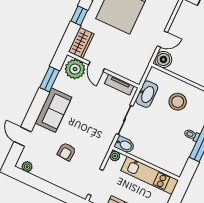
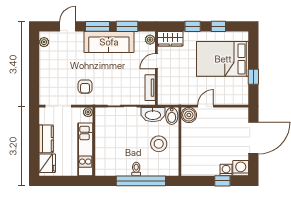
door: (162, 39) -> (206, 106), swing flipped
plant: (75, 69) -> (150, 40), width x0.53, depth x0.53
window: (36, 108) -> (98, 26), added
sofa: (53, 110) -> (109, 42), width x1.36
bidet: (125, 145) -> (172, 116), moved
armchair: (66, 152) -> (85, 87), moved, turned -95

